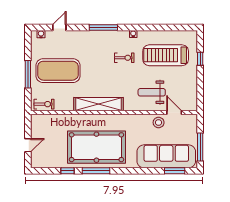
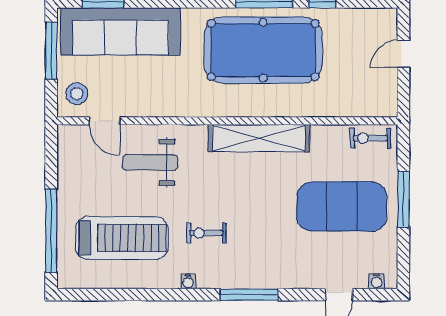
window: (200, 59) -> (51, 231), width x3.17
weight bench: (152, 92) -> (150, 162), turned 180
stool: (159, 123) -> (77, 94), moved

